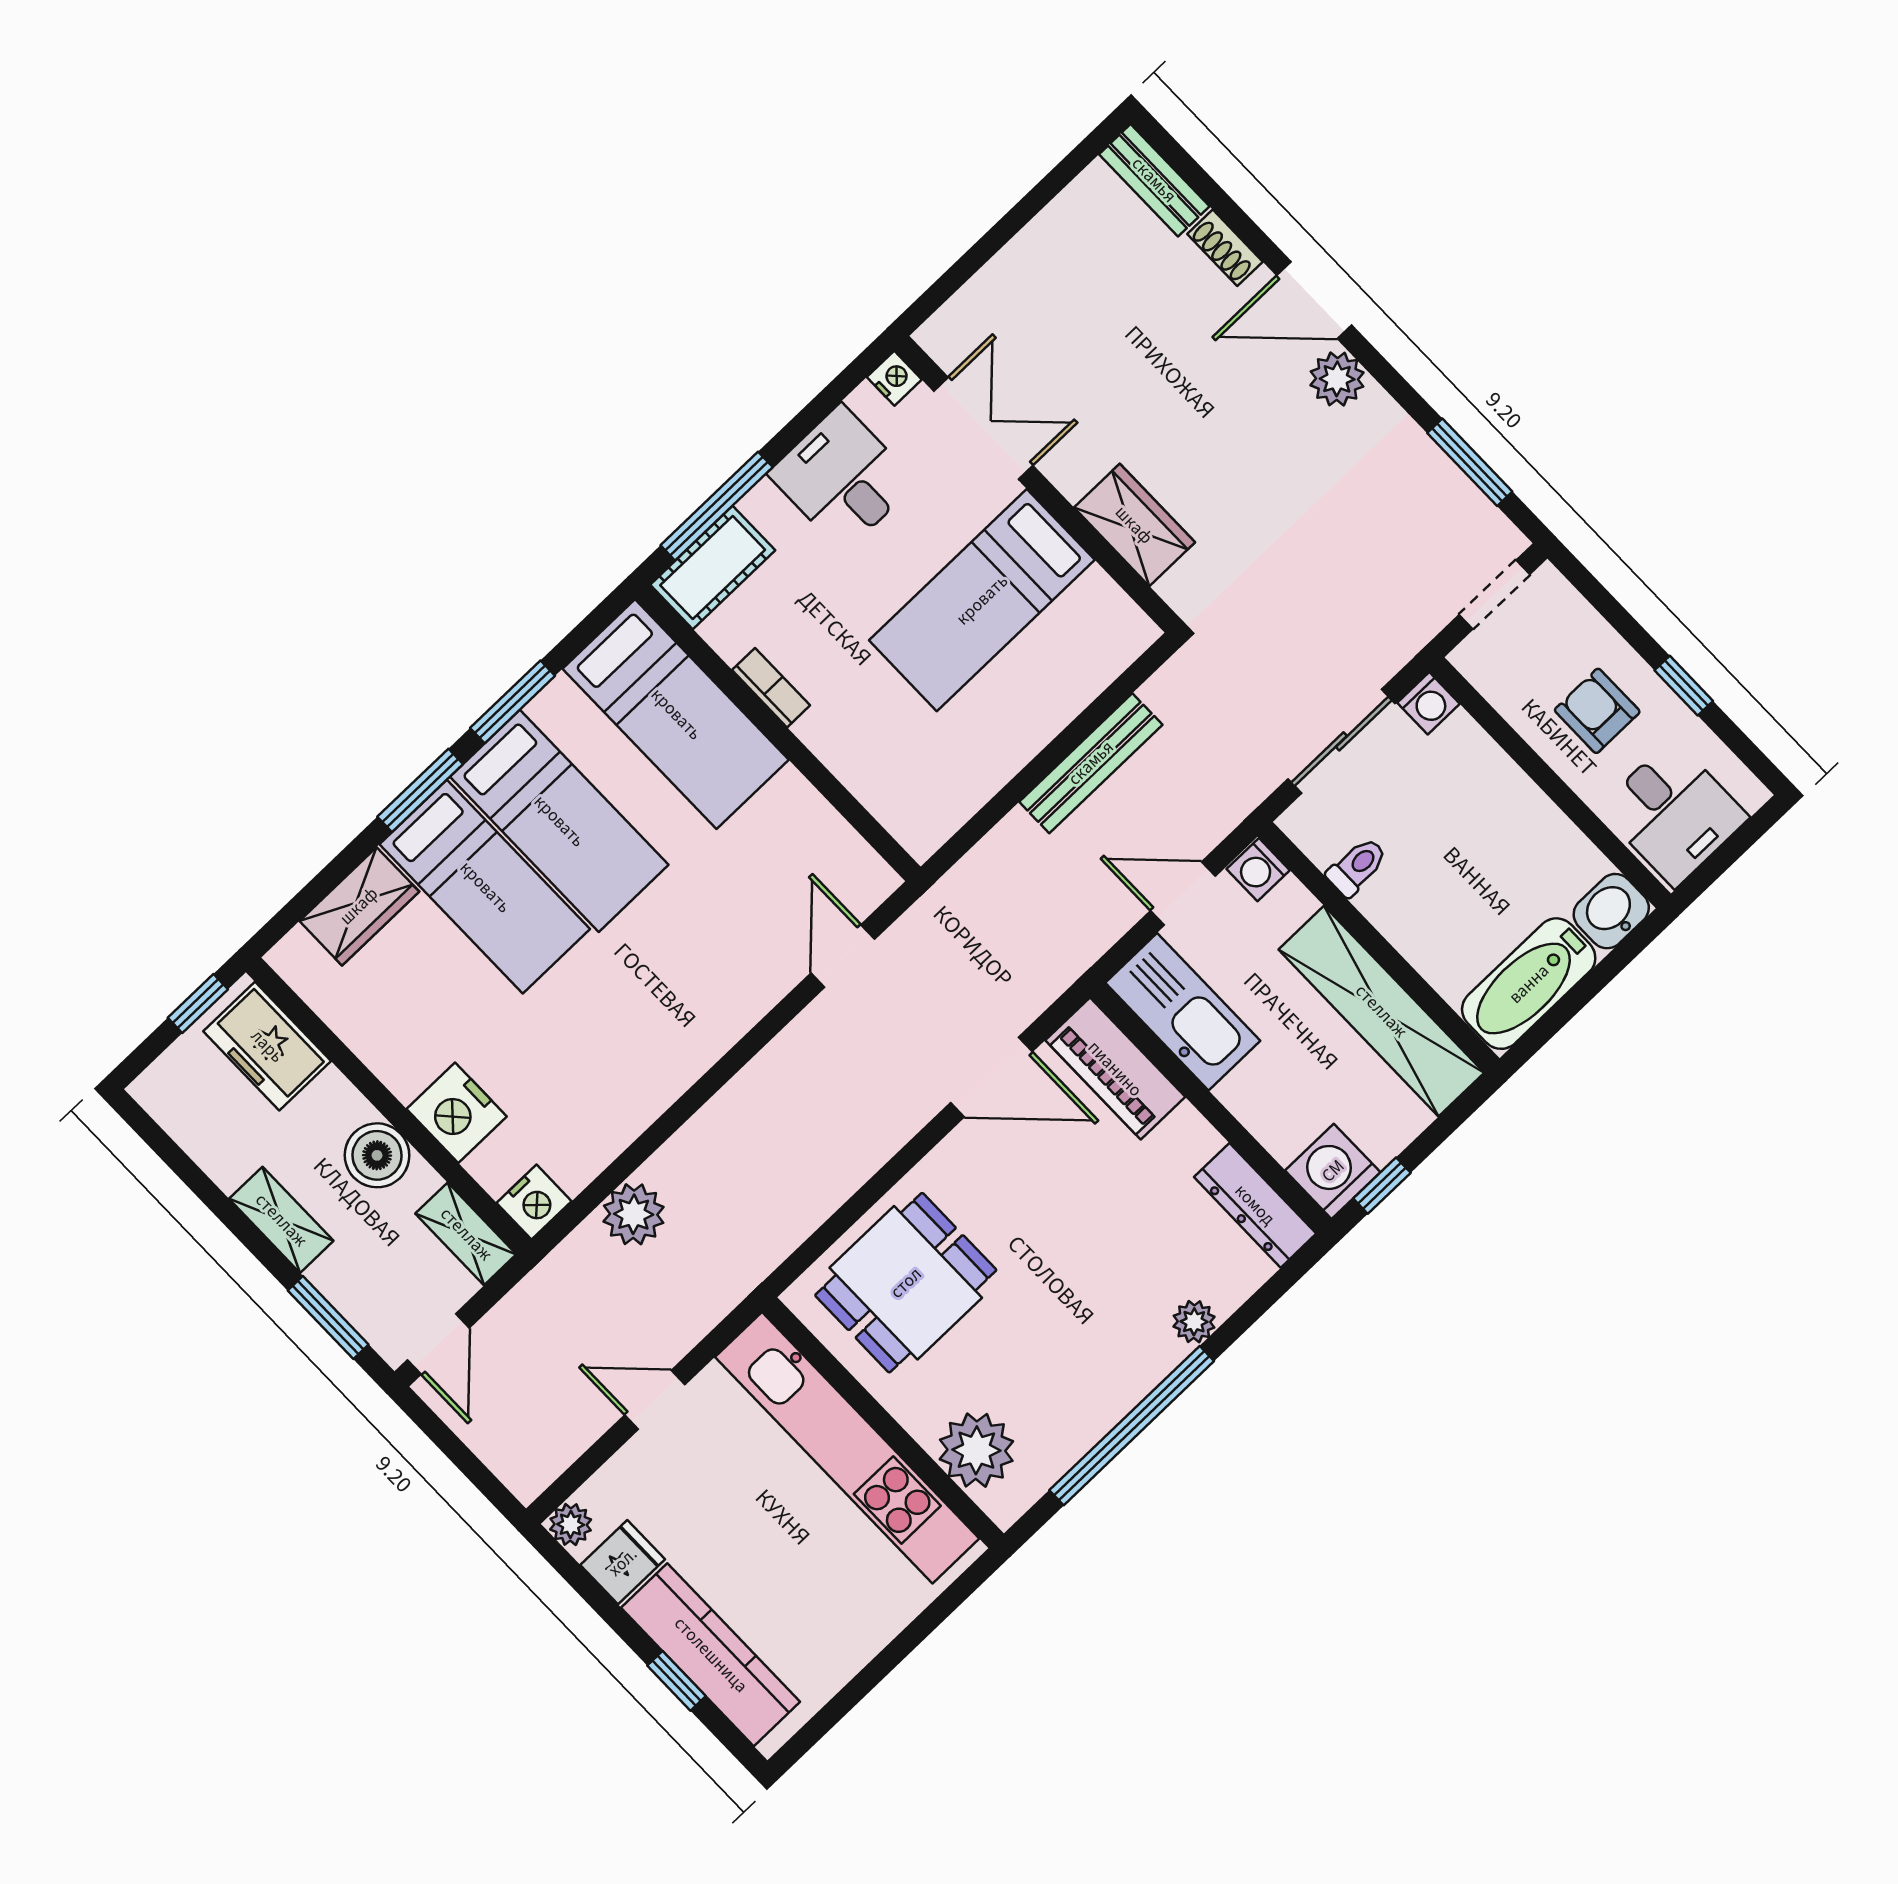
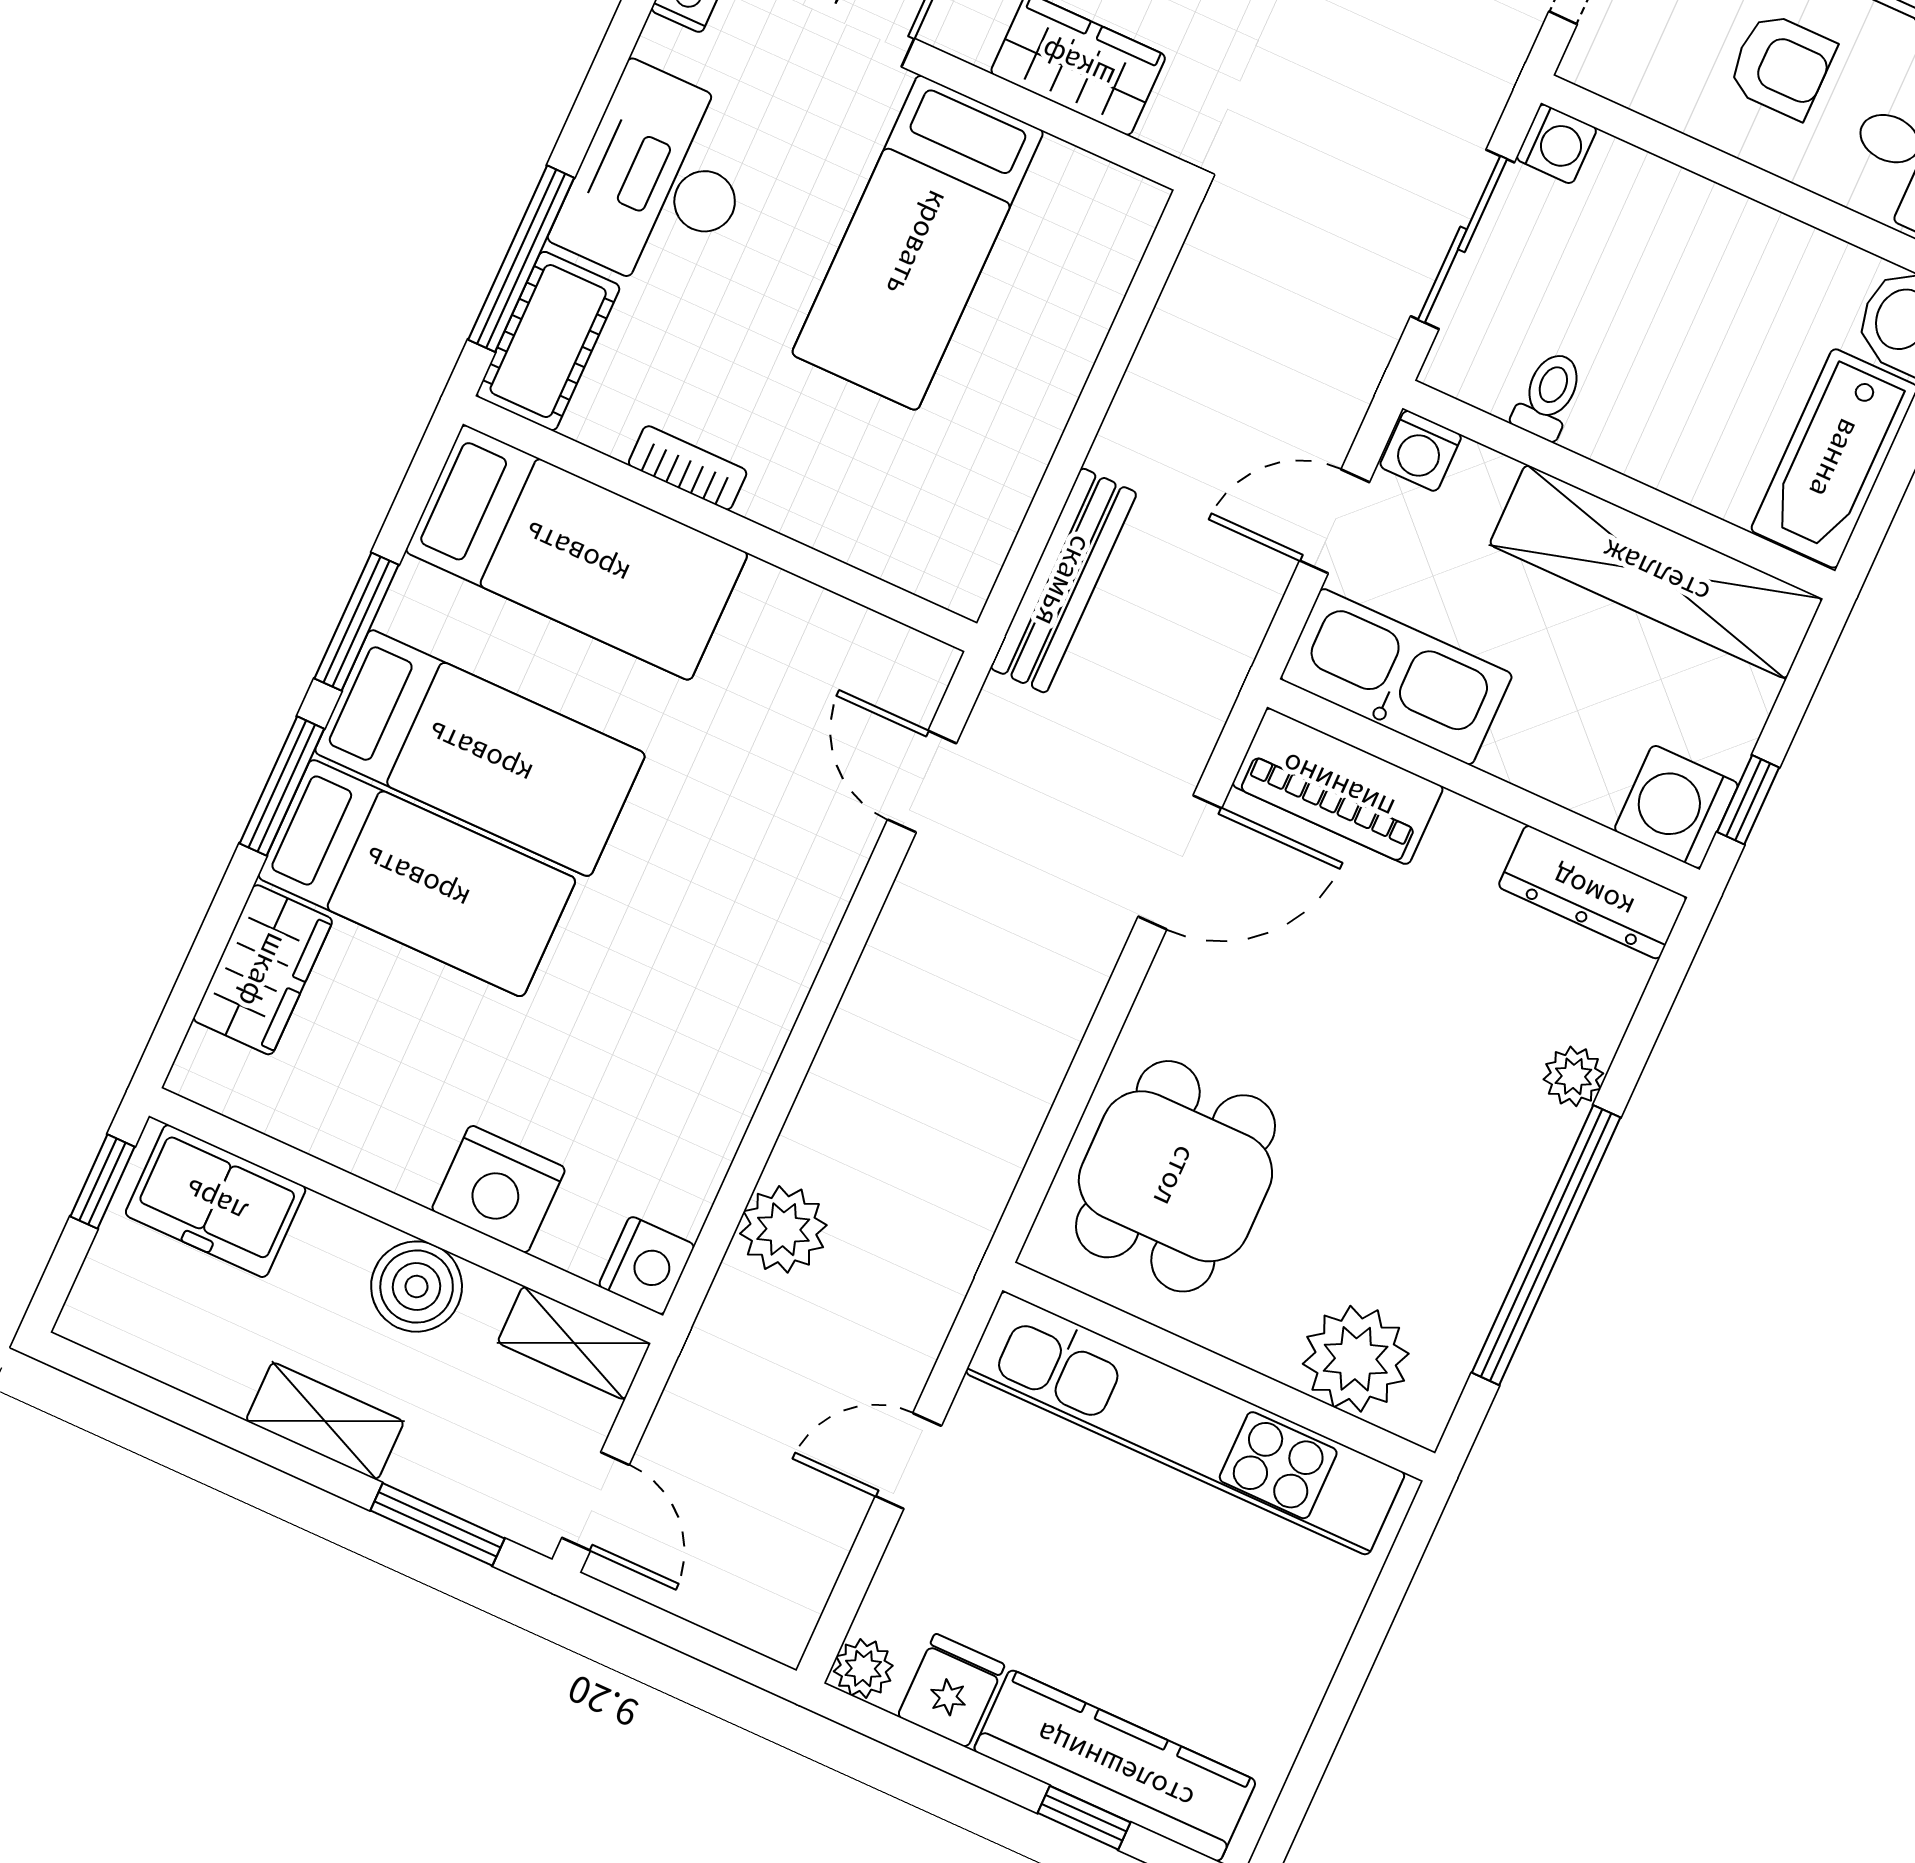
desk: (842, 478) -> (660, 181), width x1.37
armchair: (1597, 711) -> (1781, 66), turned 180
bench: (1091, 763) -> (1064, 581), moved

